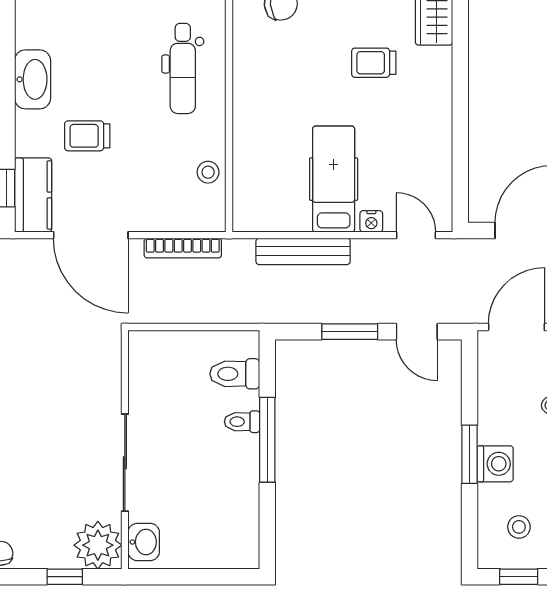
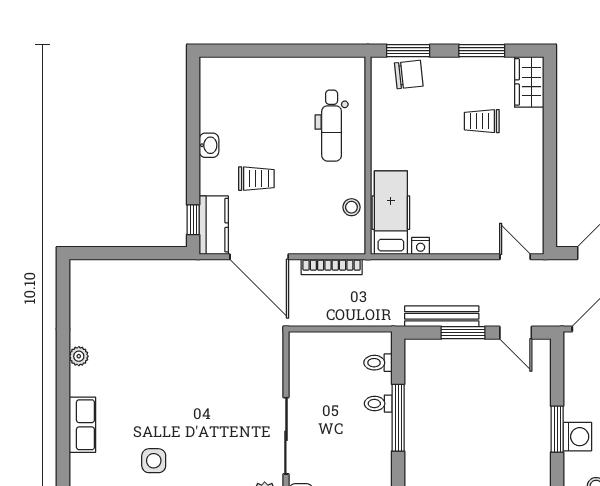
washbasin: (33, 79) -> (209, 145), width x0.52, depth x0.69
trolley: (87, 136) -> (256, 179), turned 180
hospital bed: (334, 179) -> (391, 213), moved
nightstand: (371, 221) -> (421, 246), moved
bench: (303, 251) -> (442, 316), moved
toilet: (235, 374) -> (378, 363), width x0.73, depth x0.72

